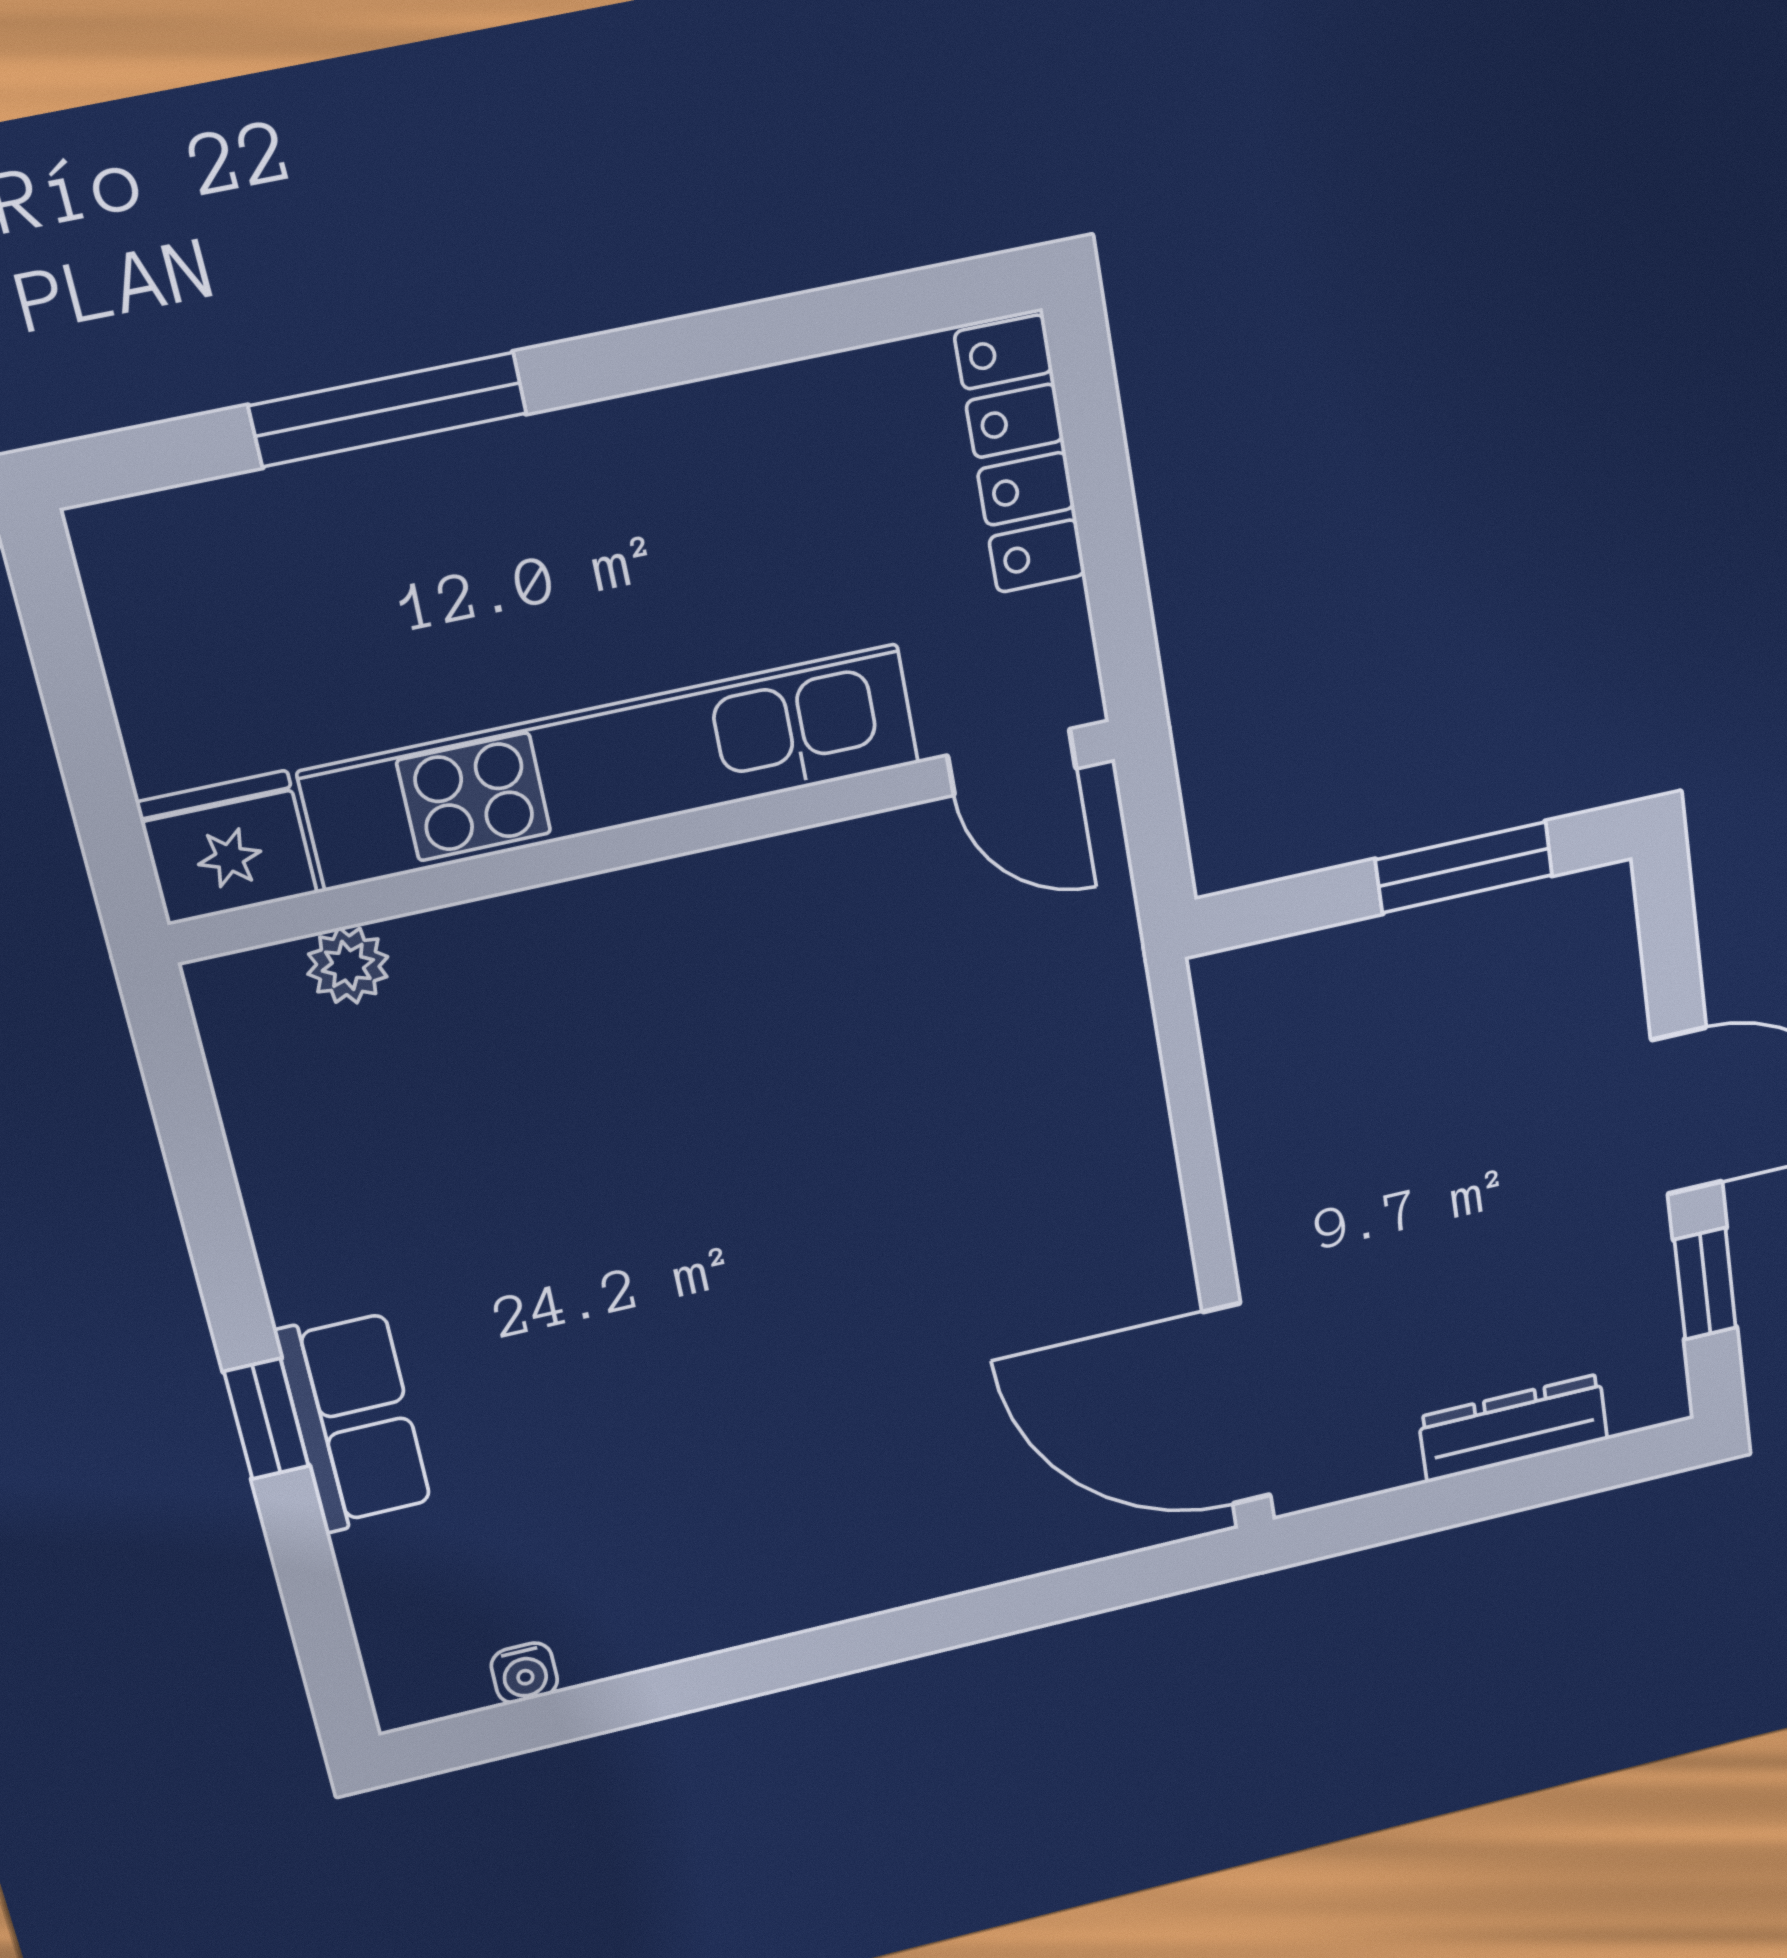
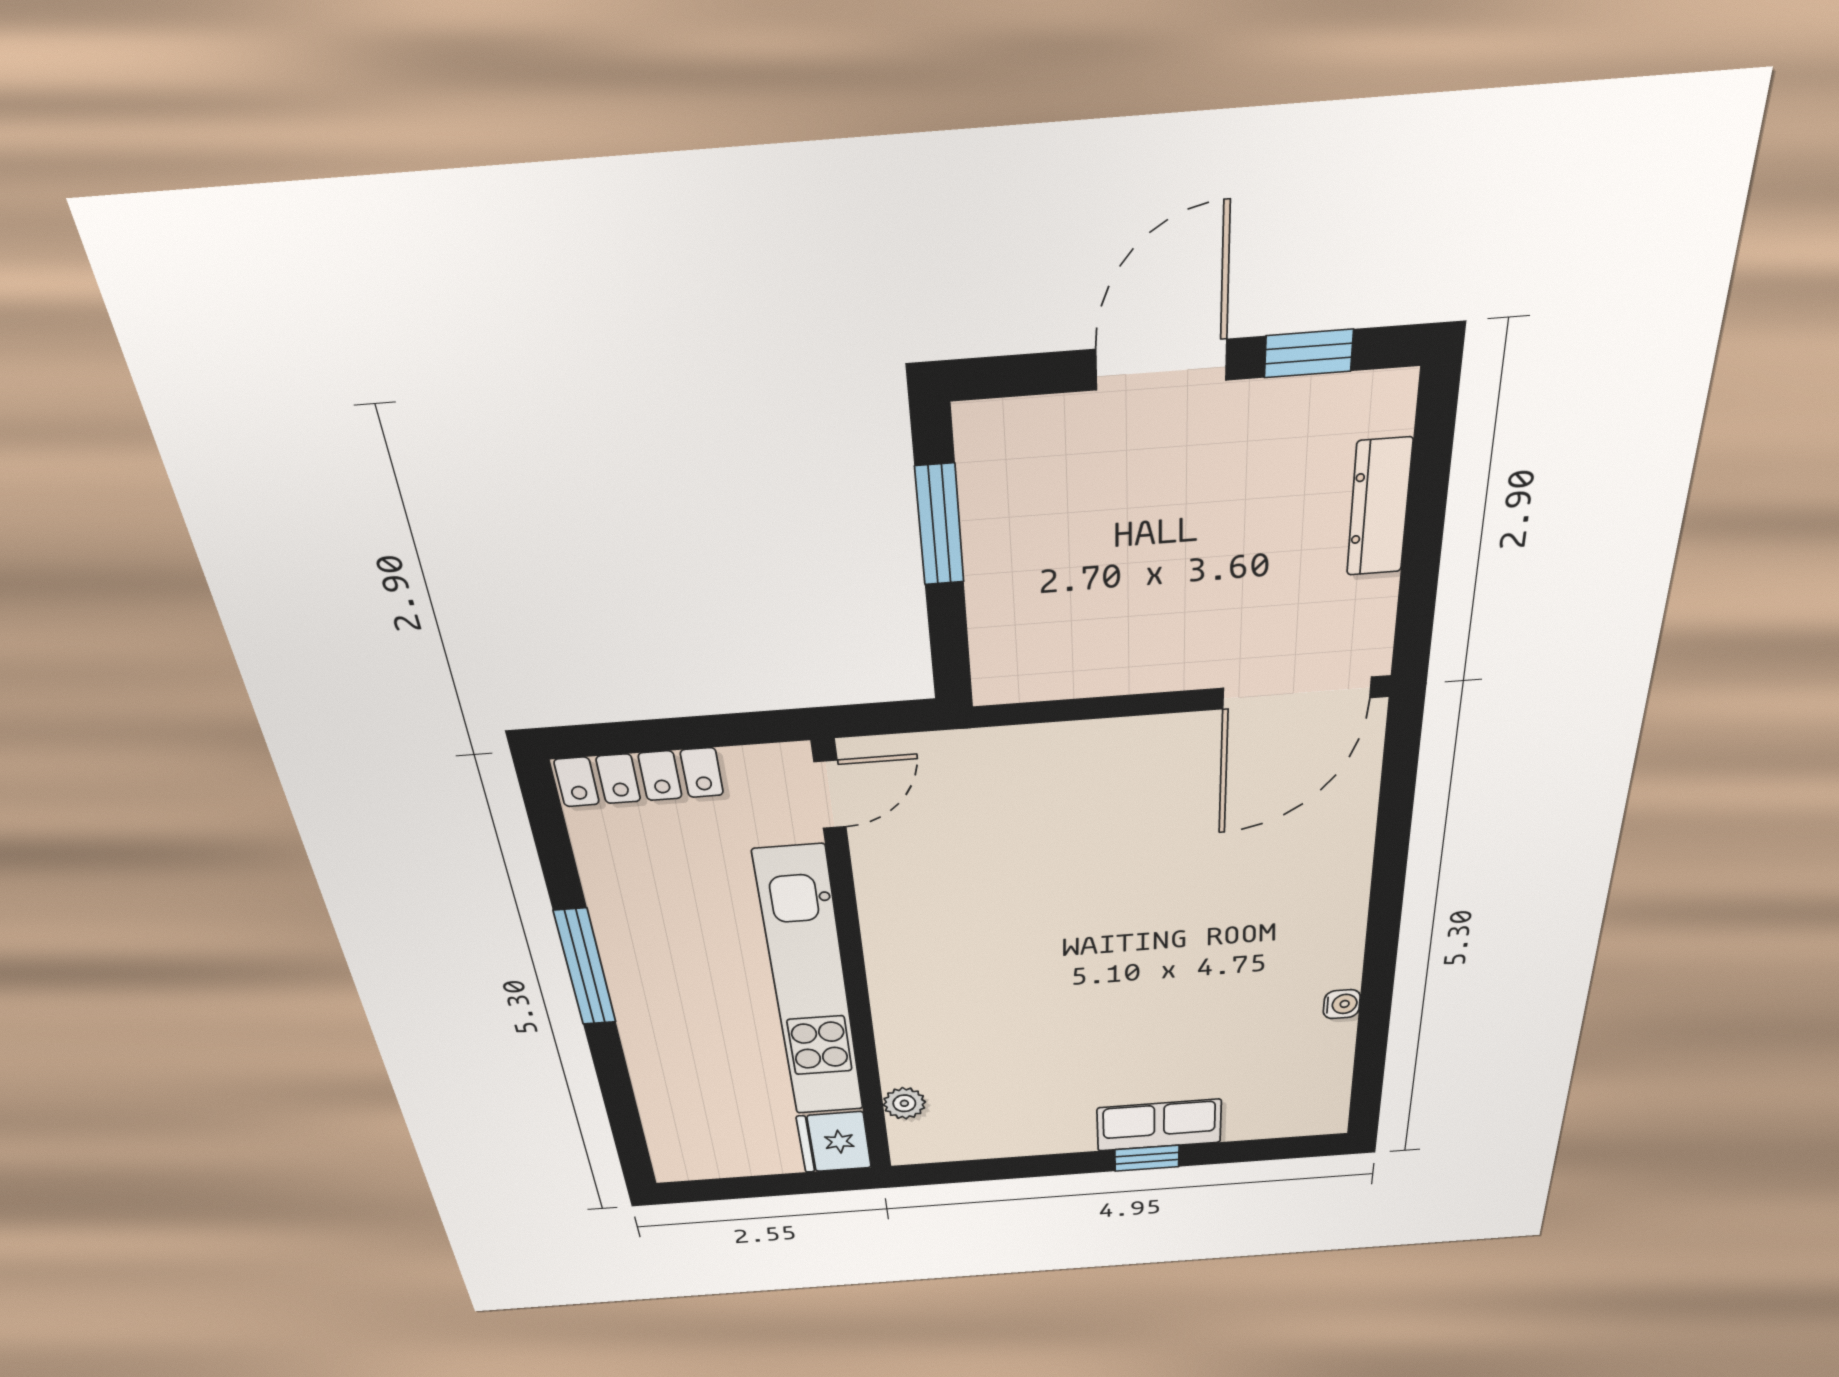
window: (388, 409) -> (585, 967), moved
water cooler: (524, 1673) -> (1342, 1004), moved

